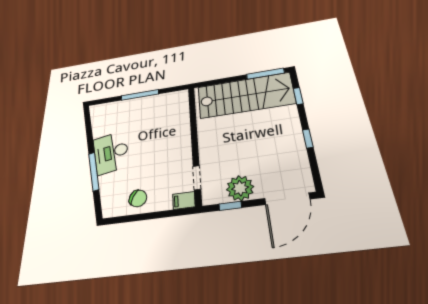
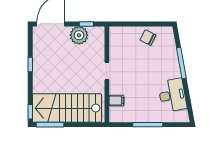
window: (298, 96) -> (30, 112), moved
desk: (111, 153) -> (172, 95), moved
doorway: (197, 178) -> (107, 71), moved
filing cabinet: (184, 200) -> (116, 100), moved

